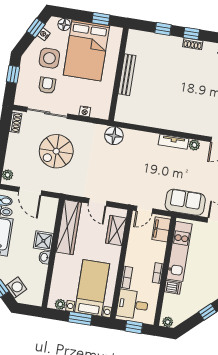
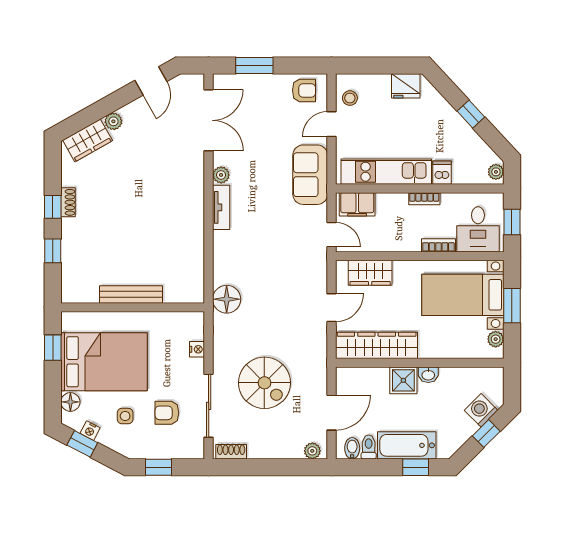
side table: (49, 58) -> (125, 416), width x0.54, depth x0.54

